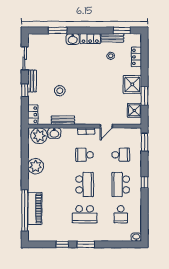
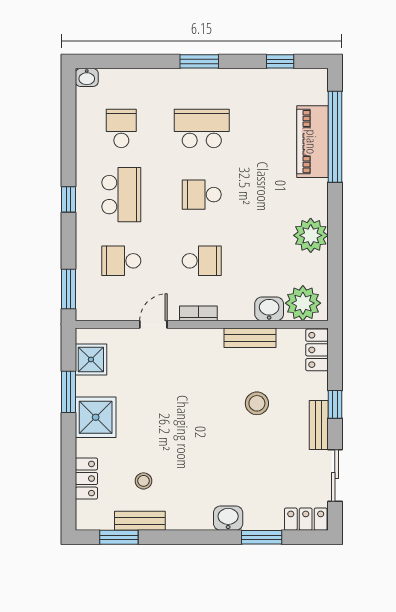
locker: (90, 39) -> (306, 519), moved
school desk: (85, 185) -> (202, 195), width x0.54
window: (62, 244) -> (280, 61), moved

